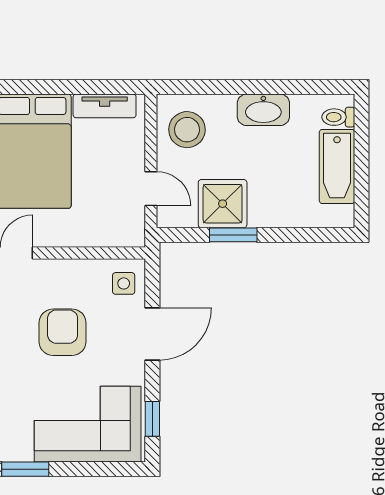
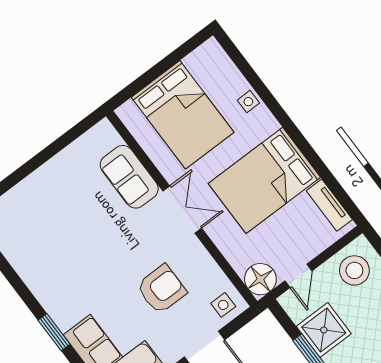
floor lamp: (126, 228) -> (260, 279), added

